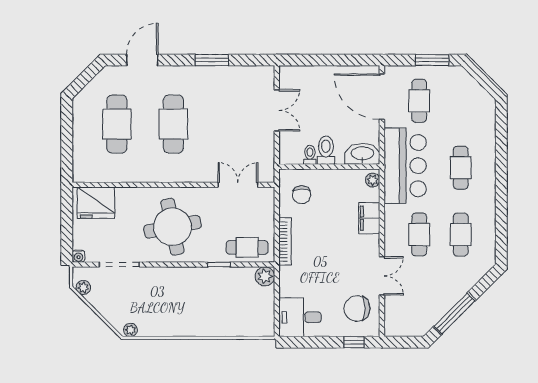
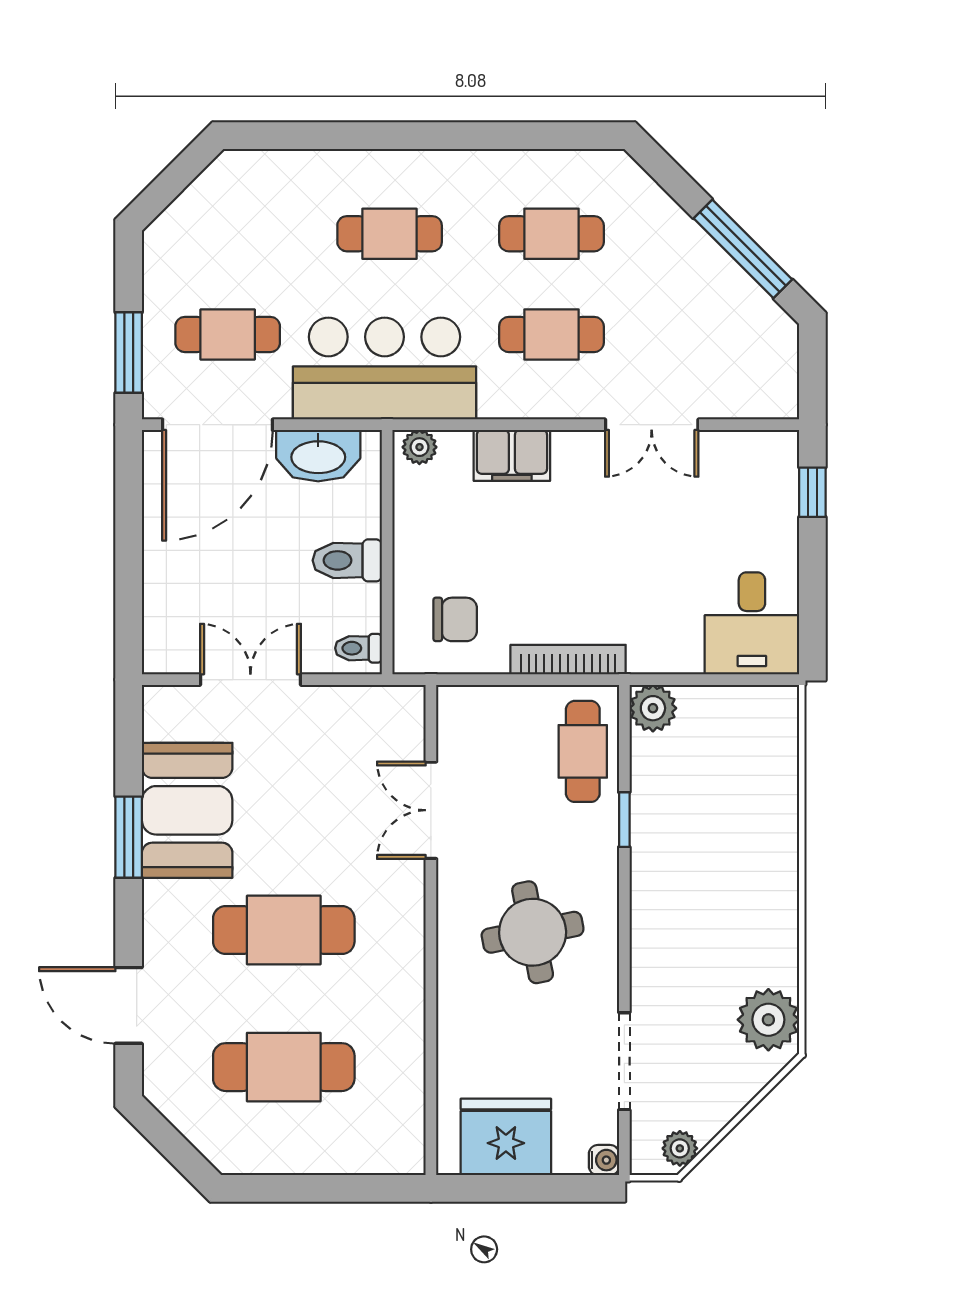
window: (432, 60) -> (129, 353), moved
booth: (223, 84) -> (187, 810), added
washbasin: (362, 154) -> (318, 456), moved, turned -90
toilet: (310, 155) -> (358, 648), moved
double door: (238, 185) -> (431, 810), moved
fridge: (96, 203) -> (506, 1137), moved, turned -90
round table: (172, 227) -> (533, 932), width x0.73, depth x0.73
double door: (382, 276) -> (652, 425), swing flipped
chair: (357, 308) -> (731, 485), removed
plant: (130, 330) -> (768, 1020), width x1.87, depth x1.87

